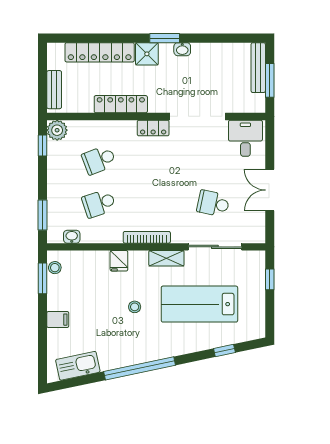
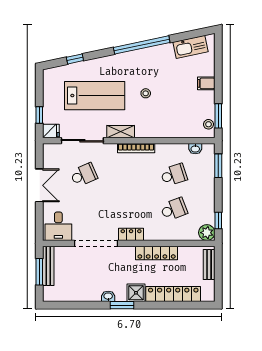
bench: (258, 68) -> (48, 266), moved
school desk: (213, 203) -> (84, 175), turned -36
fridge: (119, 261) -> (51, 131), moved, turned 90

